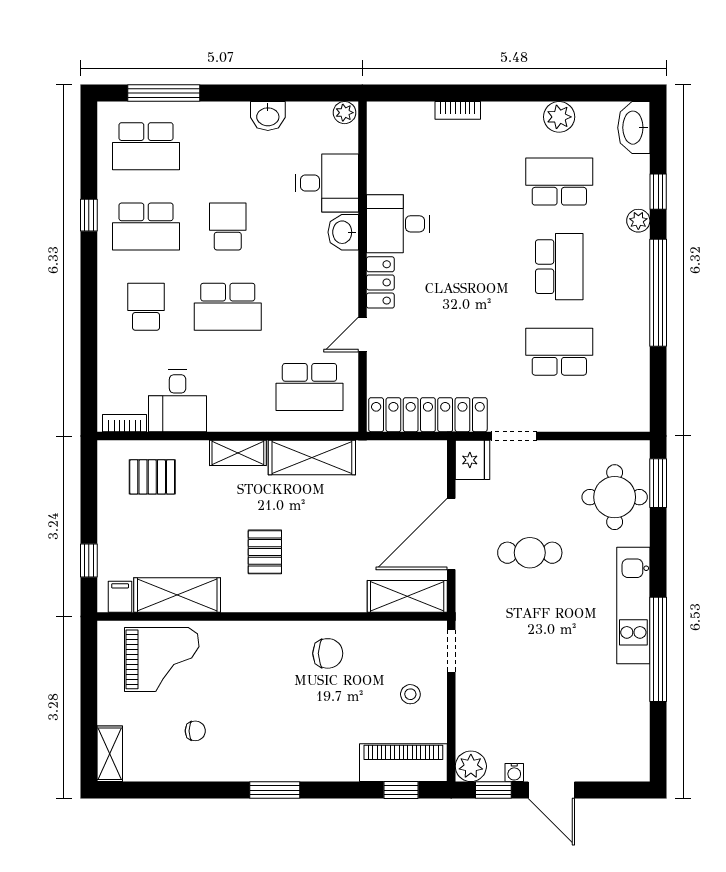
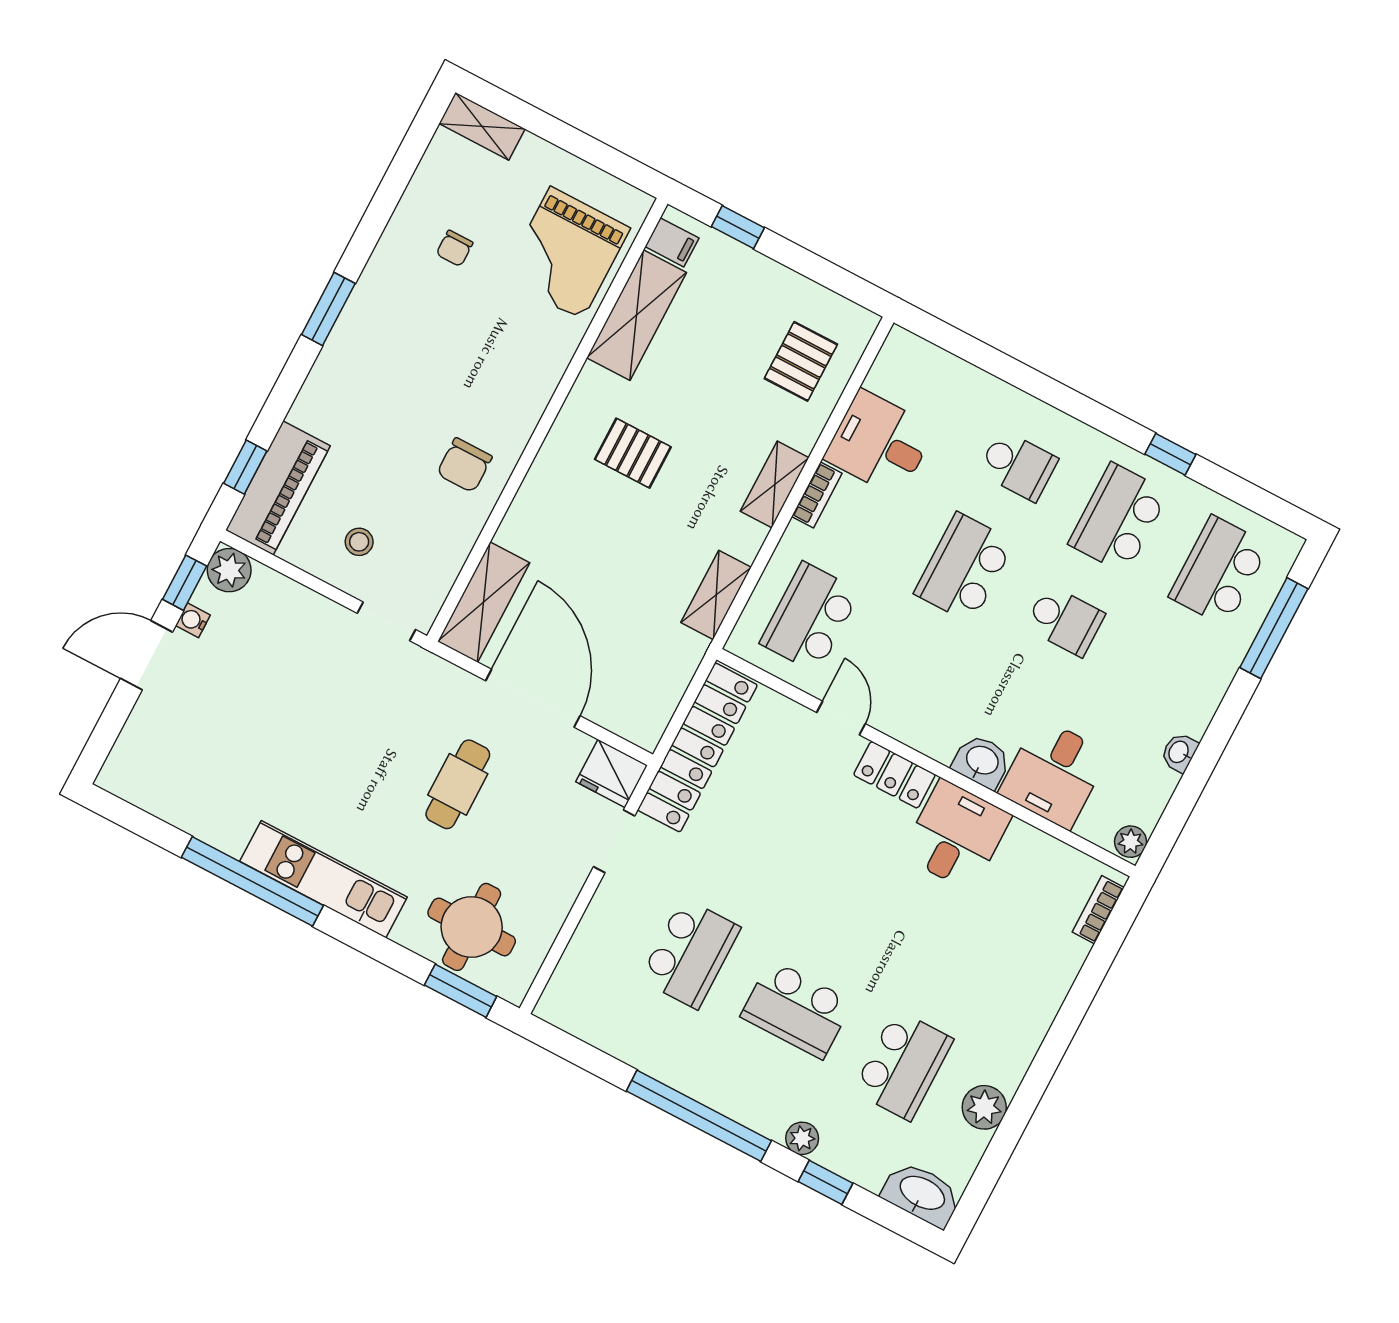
bookcase: (458, 110) -> (1098, 910), moved
washbasin: (268, 116) -> (1179, 752), width x0.72, depth x0.69
bookcase: (125, 423) -> (817, 495), moved
shelving: (312, 458) -> (716, 595), width x0.67, depth x0.75

